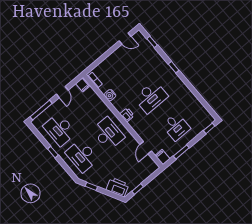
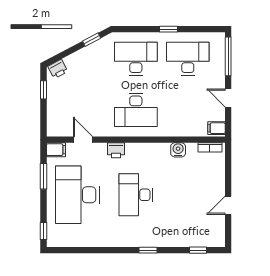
door: (125, 39) -> (228, 205), moved
printer: (127, 115) -> (116, 150), moved
desk: (176, 127) -> (77, 195), width x1.87, depth x1.30
printer: (117, 187) -> (58, 69), width x0.53, depth x0.68

